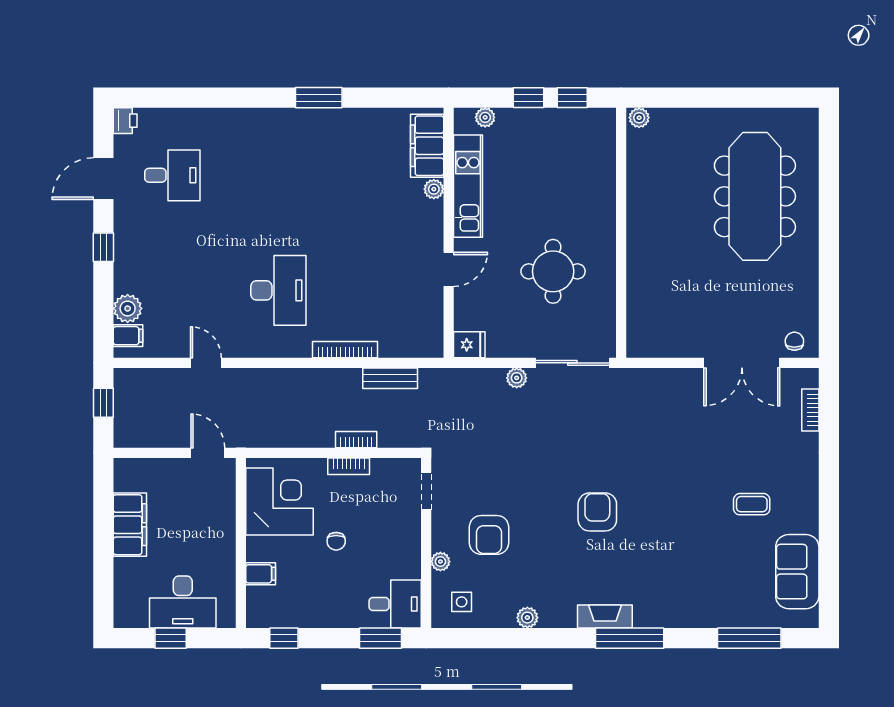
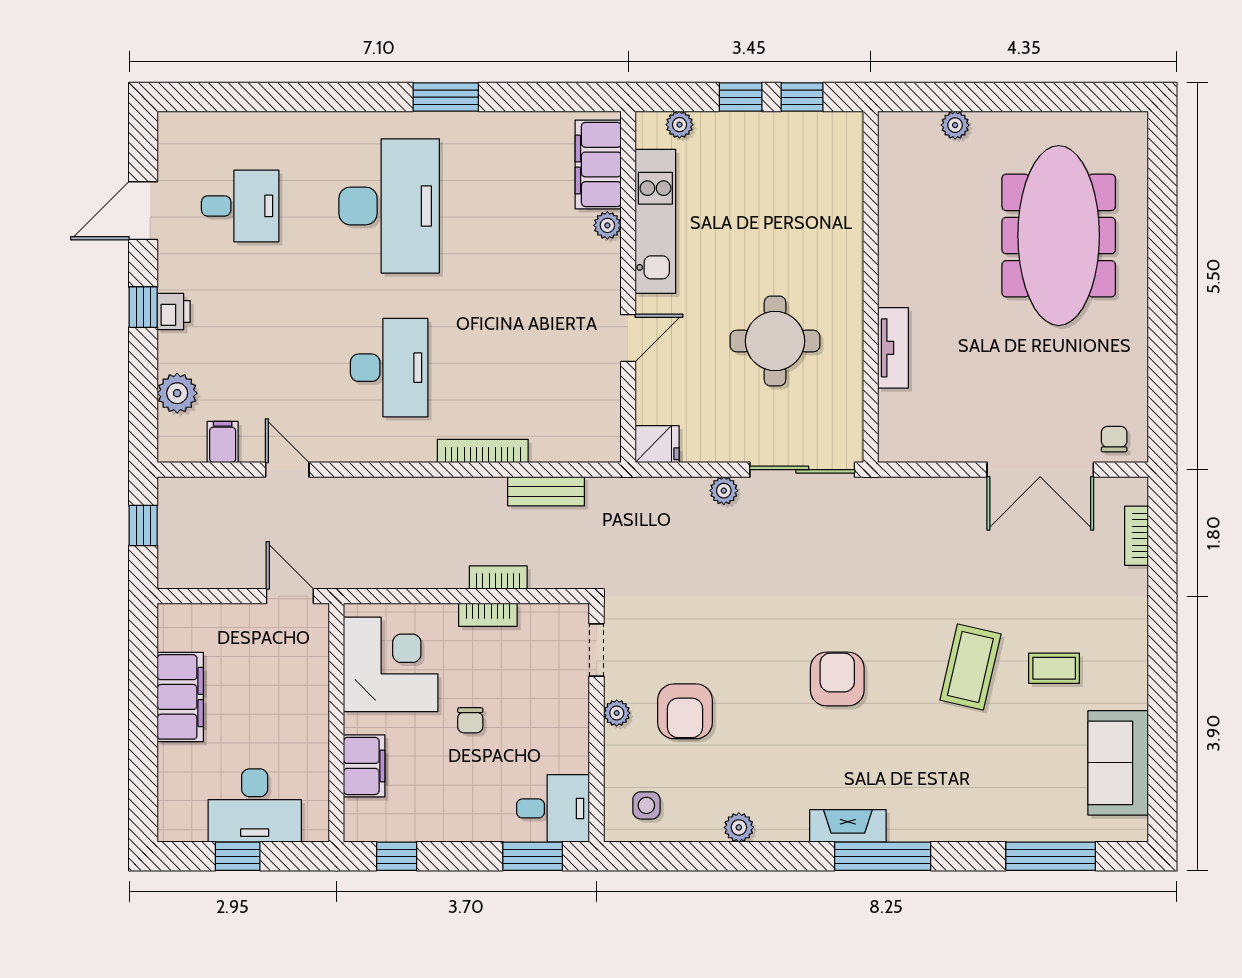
plant: (639, 118) -> (955, 125), moved
printer: (125, 121) -> (174, 312), moved
desk: (278, 175) -> (389, 206), added
tv unit: (637, 276) -> (893, 348), added
filing cabinet: (128, 336) -> (223, 442), moved, turned -90
coffee table: (692, 503) -> (970, 667), added
plant: (440, 562) -> (617, 713), moved
filing cabinet: (261, 574) -> (364, 766), width x2.00

